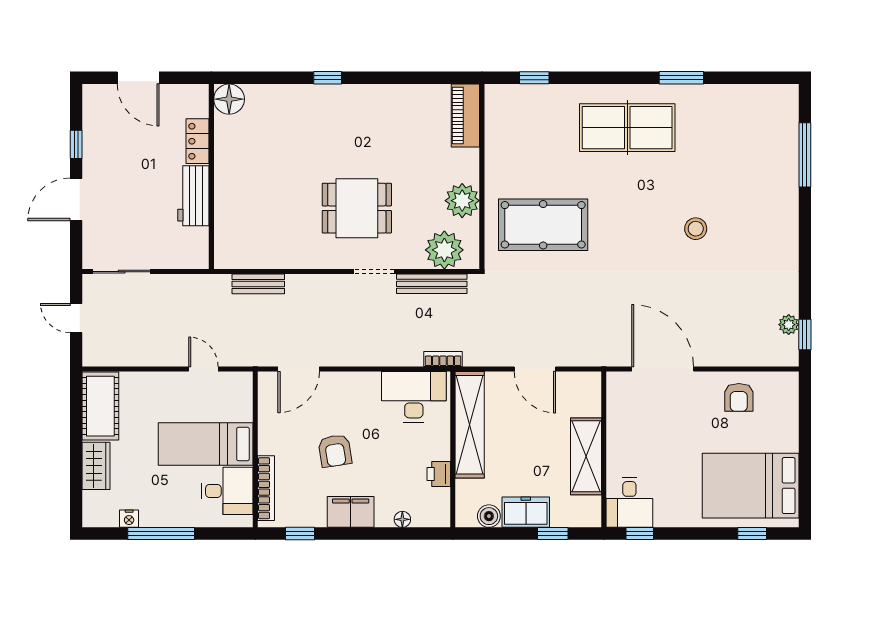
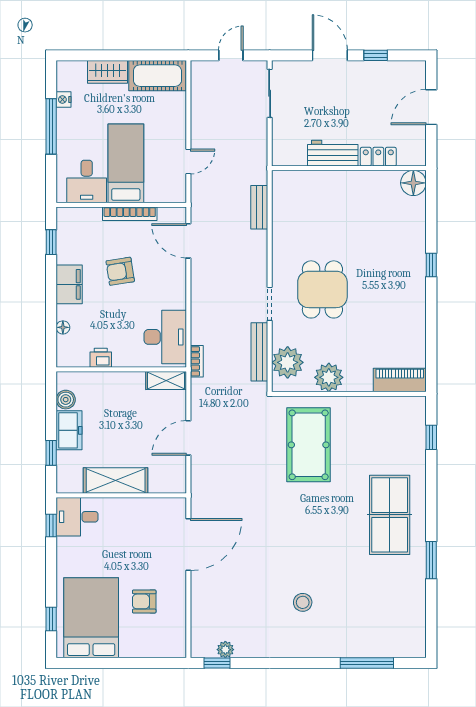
stool: (696, 229) -> (303, 602), moved
armchair: (739, 397) -> (144, 601), moved
shelving: (470, 425) -> (166, 381), width x0.45, depth x0.75
bookcase: (266, 488) -> (130, 214), moved

